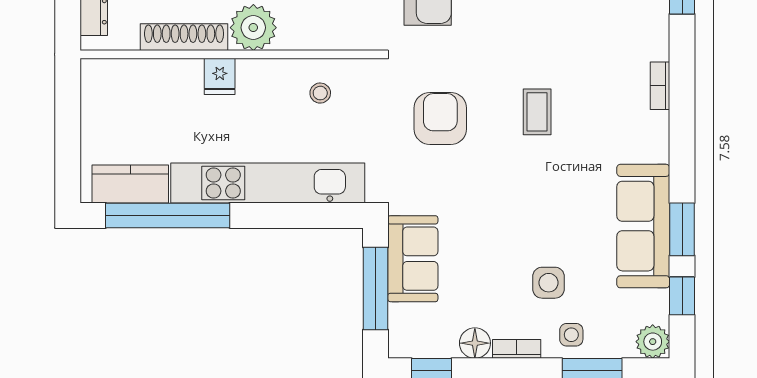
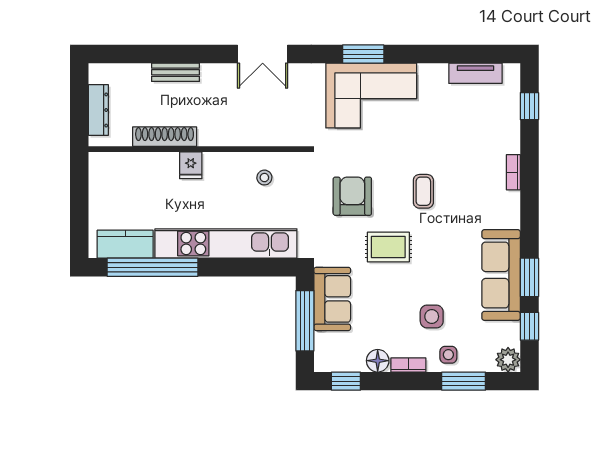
plant: (253, 28) -> (215, 130), removed
rug: (489, 188) -> (388, 247), added

